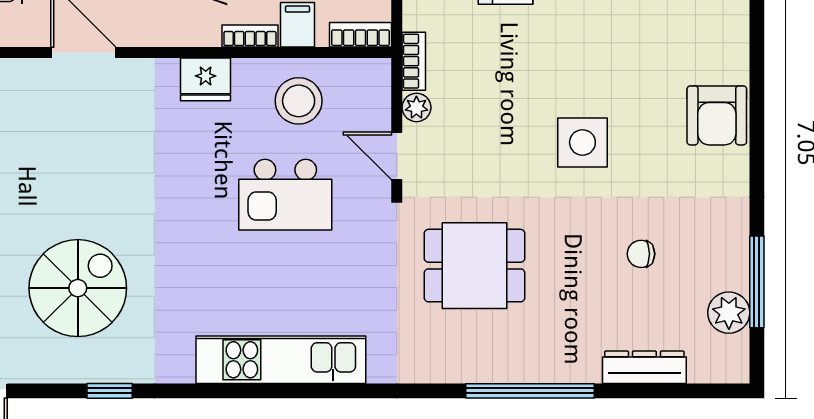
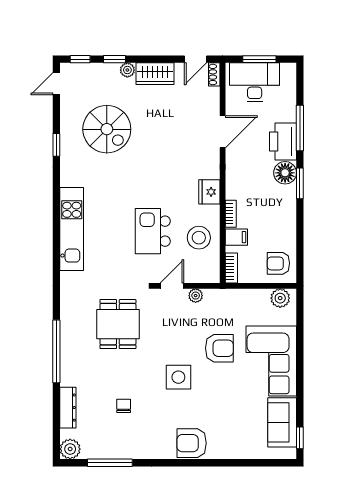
armchair: (524, 59) -> (219, 348), added
bookcase: (414, 61) -> (218, 294), removed
plant: (729, 313) -> (70, 449), moved

